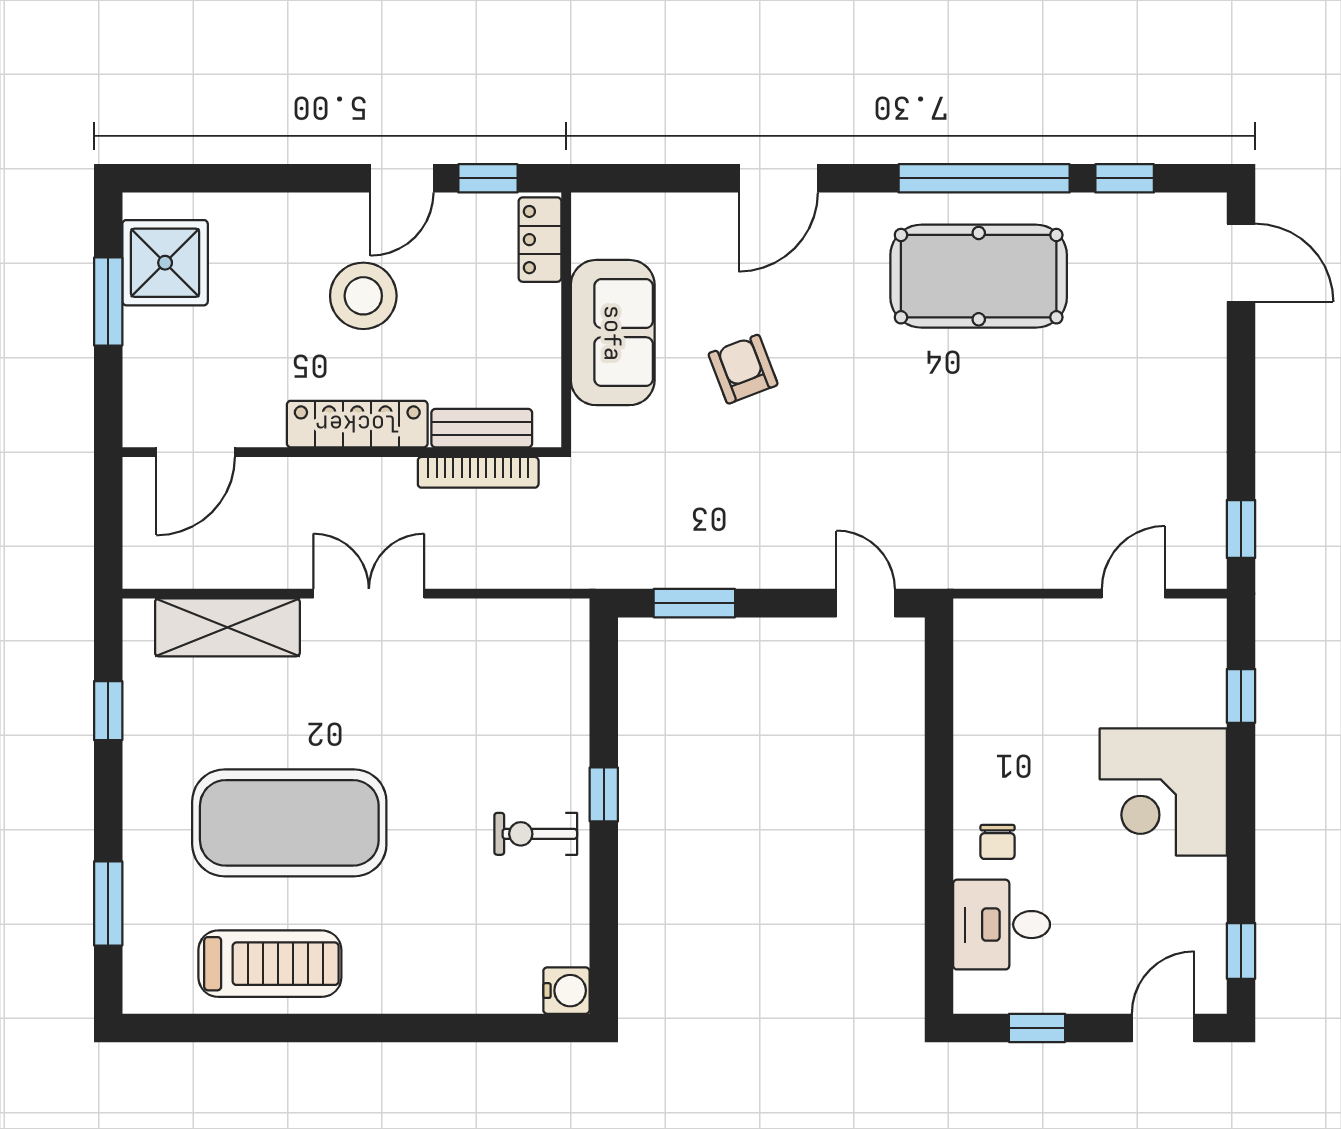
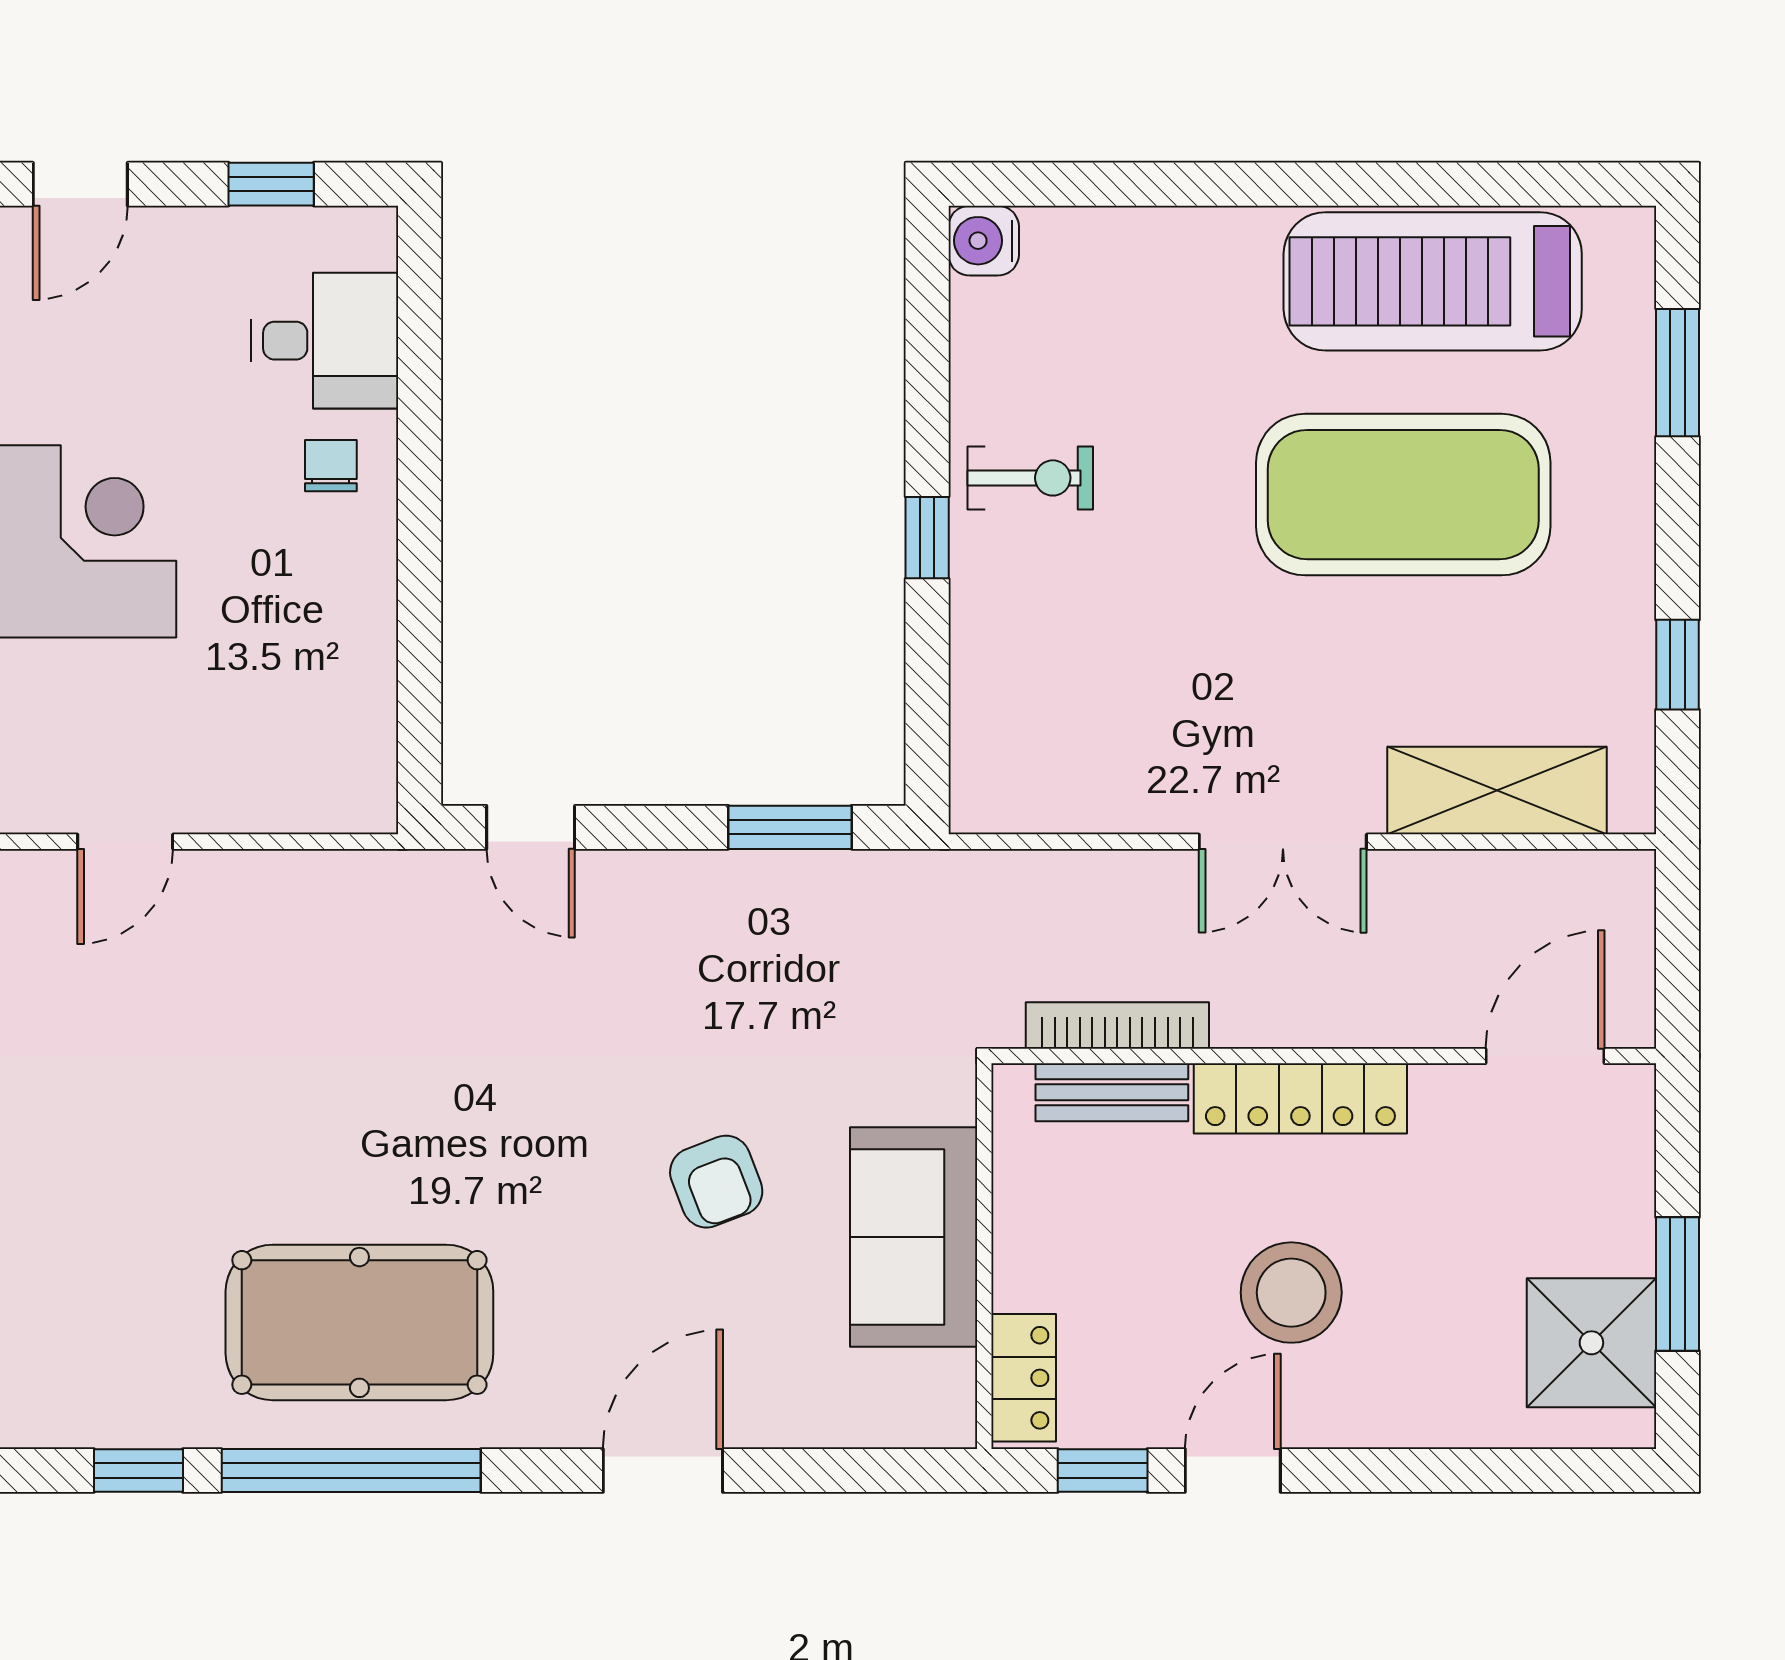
treadmill: (270, 964) -> (1433, 281), width x1.37, depth x1.38

